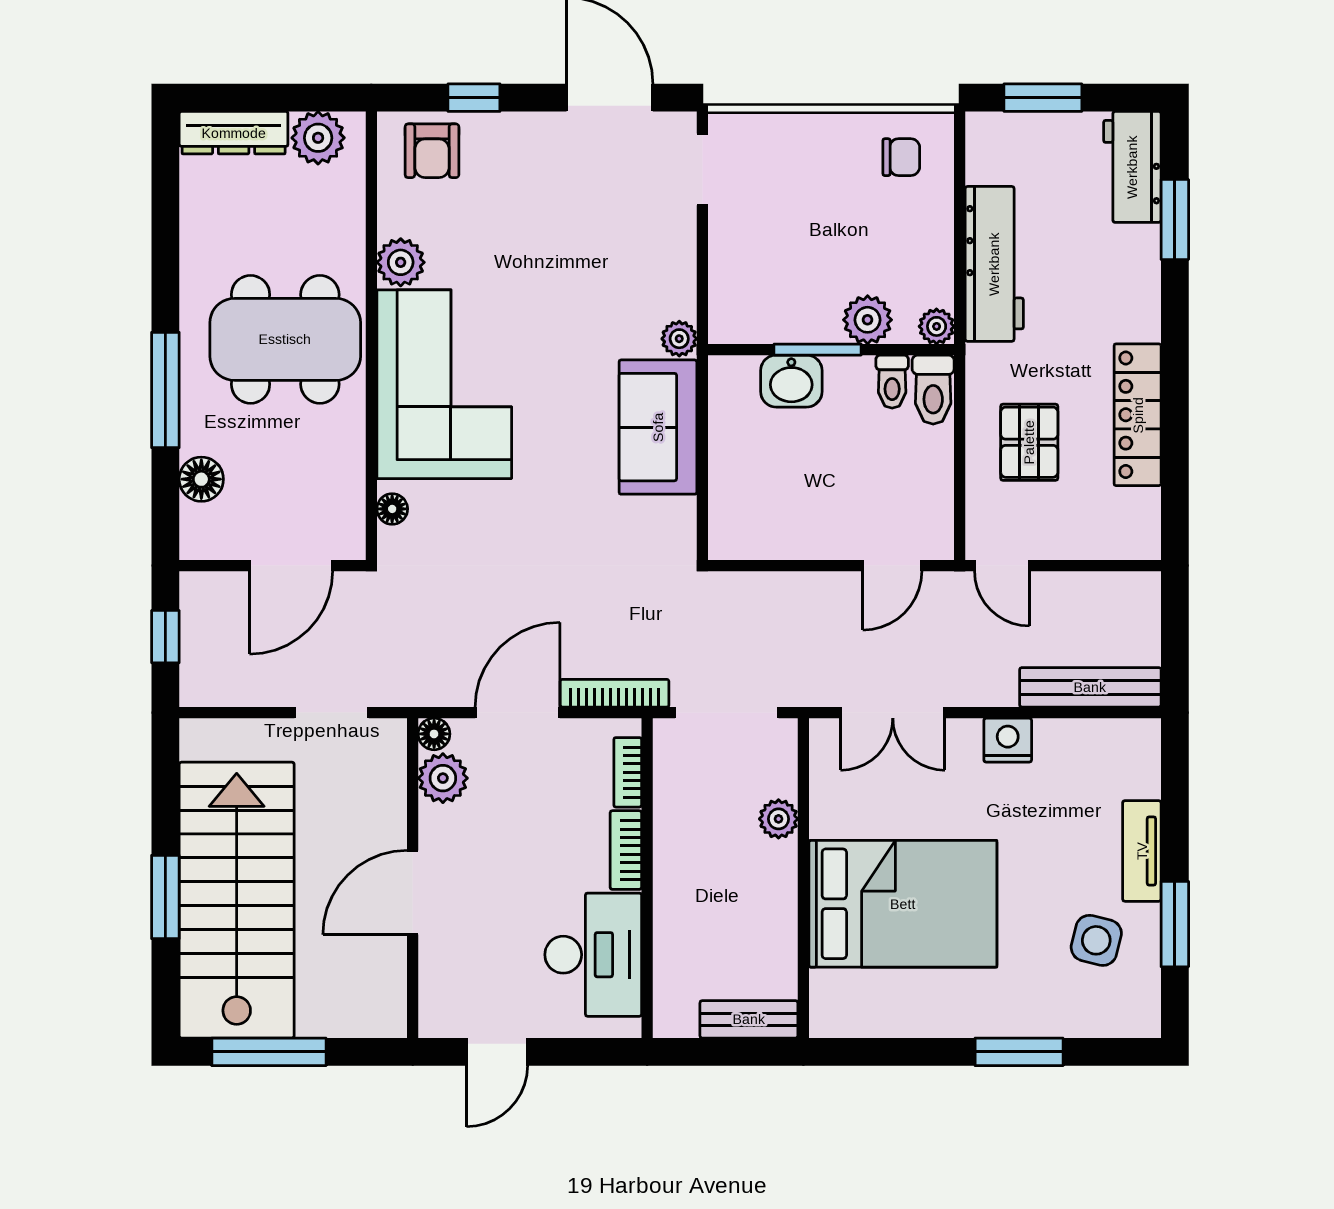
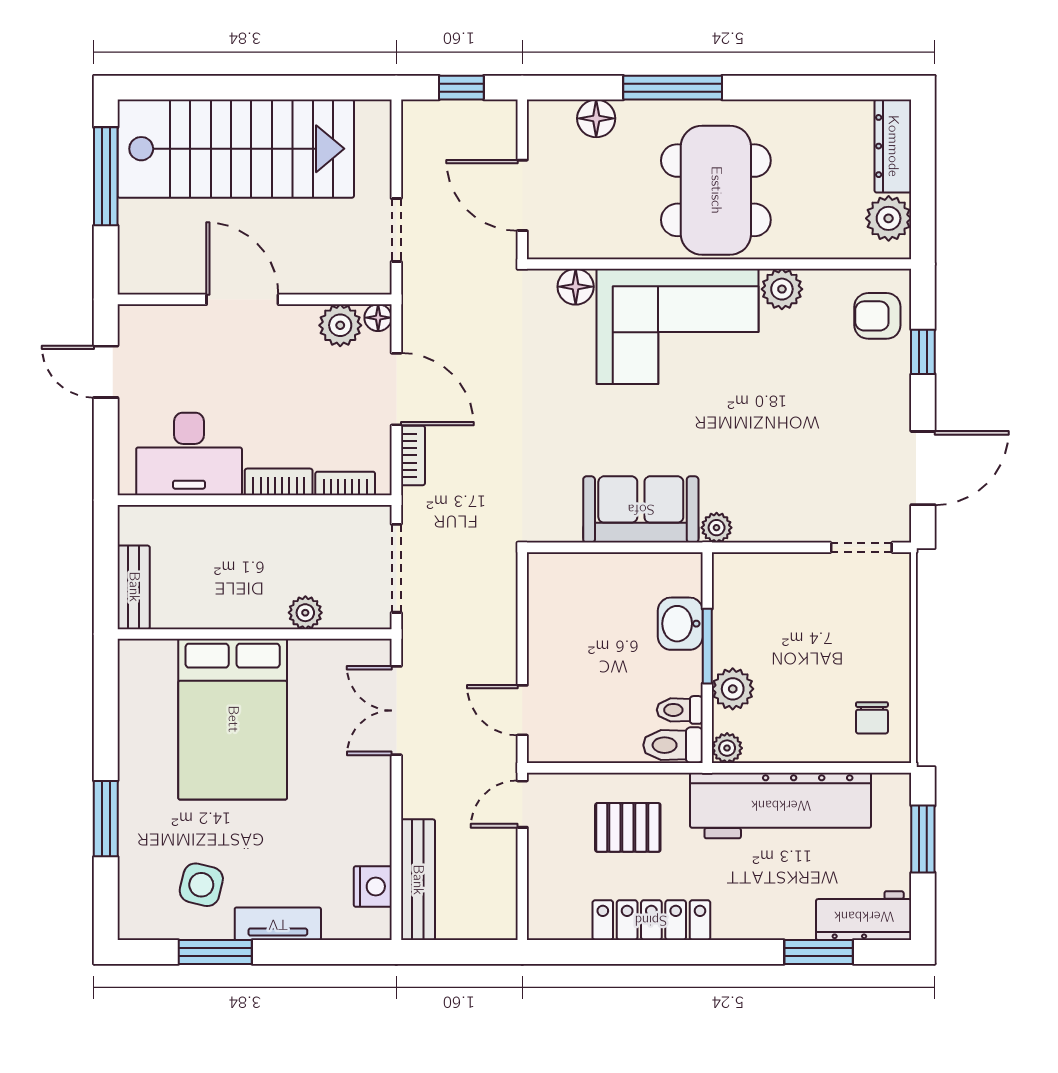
workbench: (994, 264) -> (781, 805), width x1.36, depth x1.32
floor lamp: (392, 509) -> (576, 287), width x1.37, depth x1.37
bookcase: (615, 693) -> (413, 455), width x0.64
nightstand: (1008, 740) -> (373, 886), moved
window: (165, 897) -> (238, 88), removed

